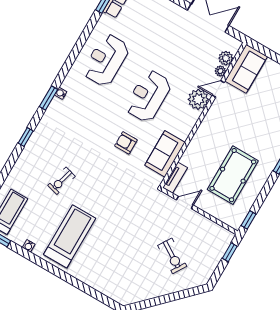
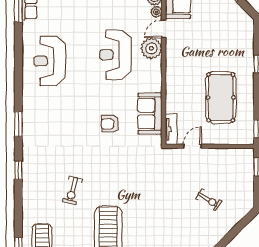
water cooler: (61, 93) -> (27, 114), removed
reception desk: (148, 96) -> (115, 55), moved
exercise bike: (172, 256) -> (209, 200), width x0.73, depth x0.72

